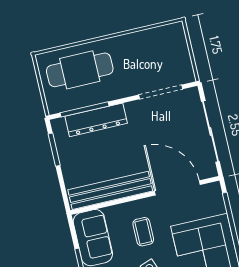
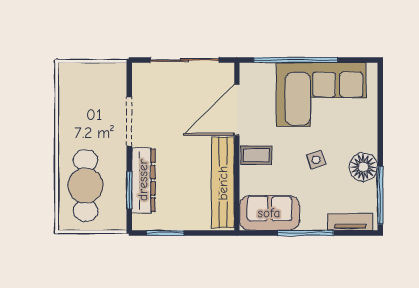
doorway: (161, 92) -> (129, 121), moved
window: (85, 109) -> (129, 190), width x0.69
coffee table: (143, 232) -> (256, 155), moved

